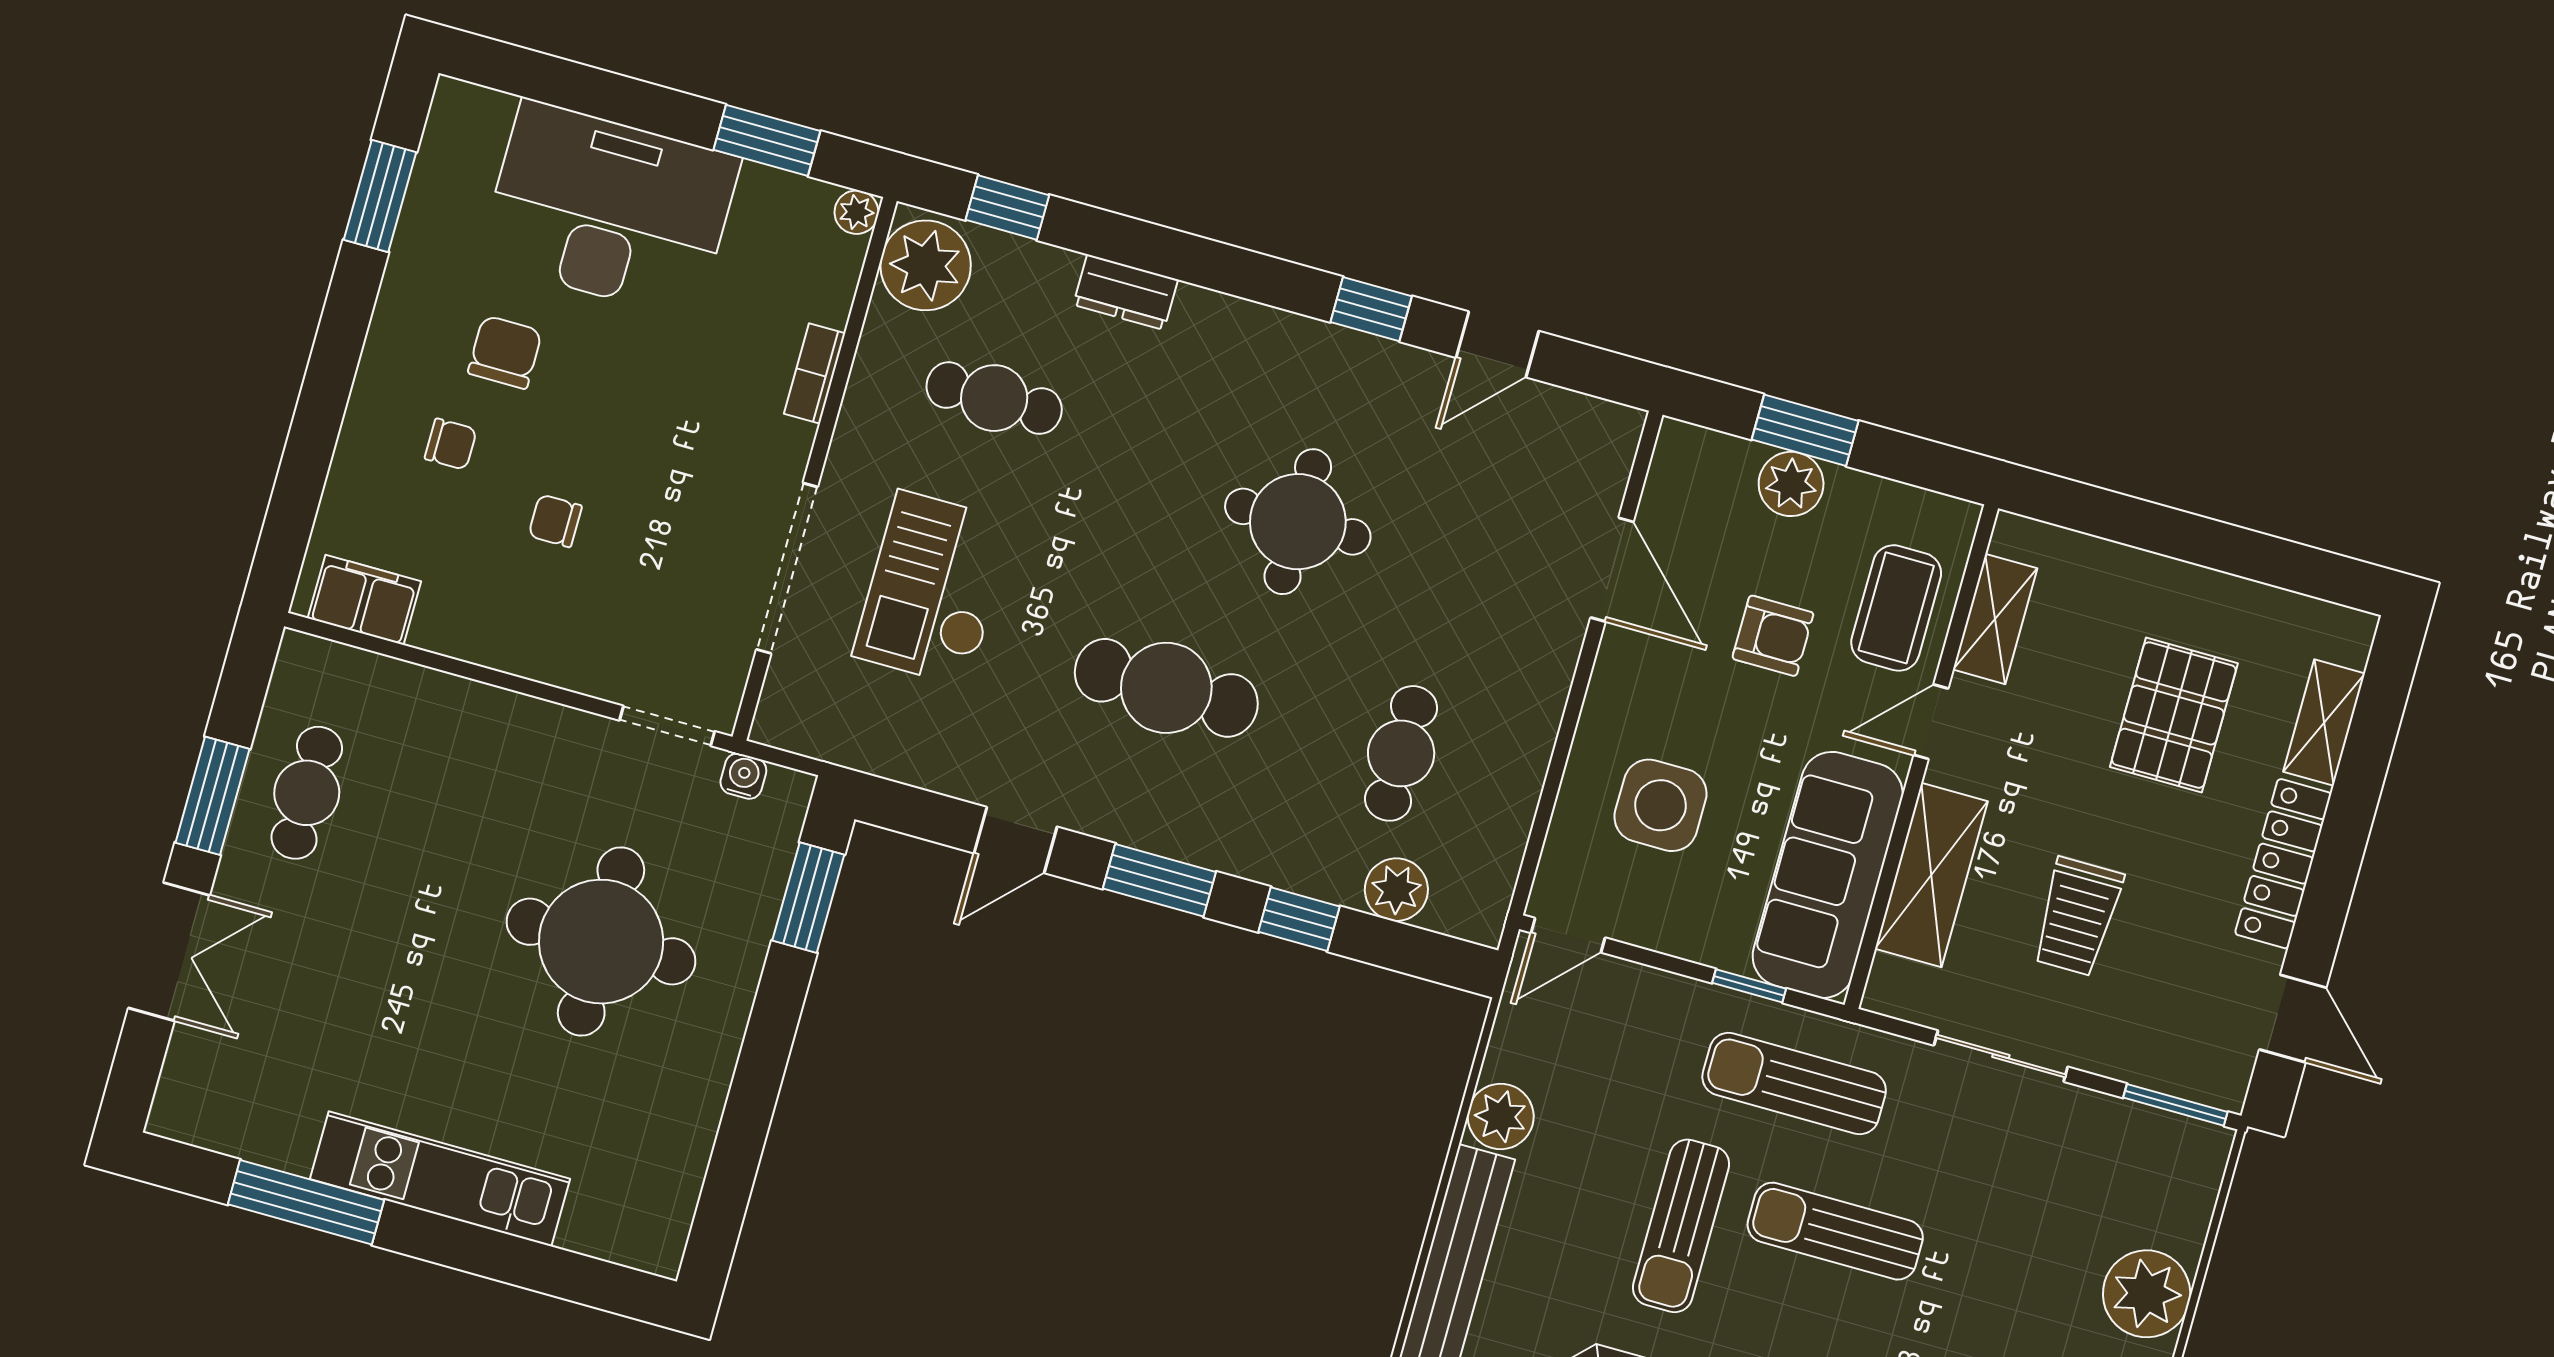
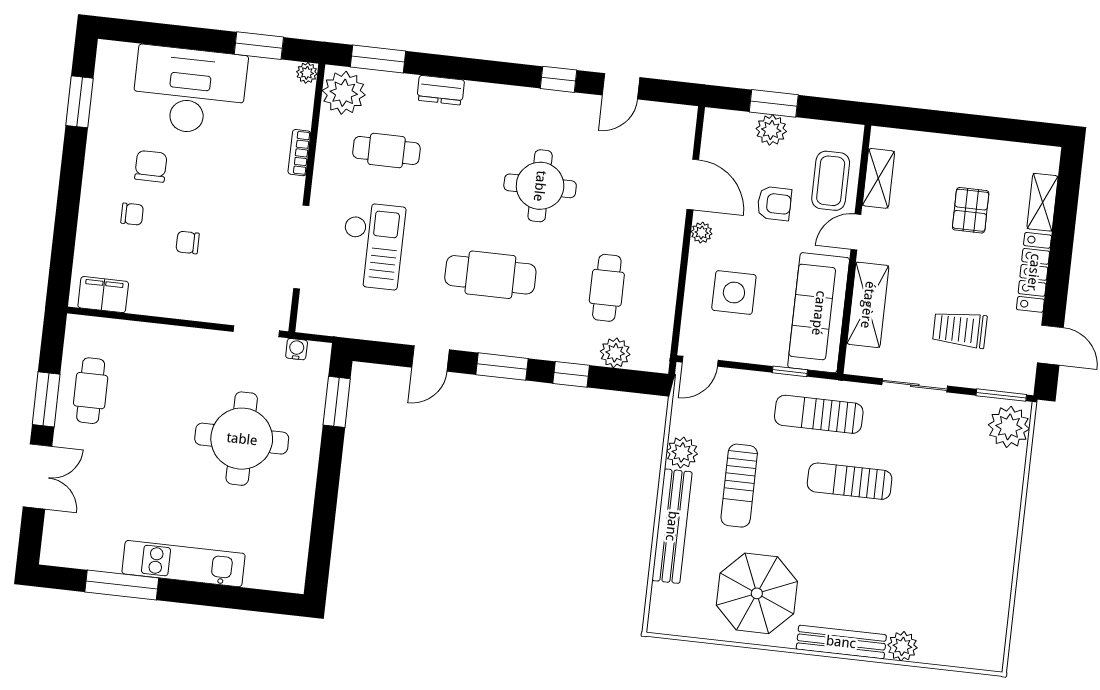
window: (1007, 207) -> (378, 59), width x1.50
checkout: (933, 589) -> (372, 246), turned 180
plant: (1614, 671) -> (702, 233), added
pallet: (2174, 715) -> (971, 210), width x0.67, depth x0.71
trolley: (2077, 917) -> (960, 329), moved, turned 90
sun lounger: (1681, 1226) -> (739, 486), moved
plant: (2147, 1294) -> (1009, 427), moved

